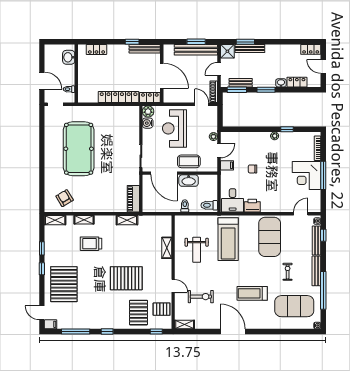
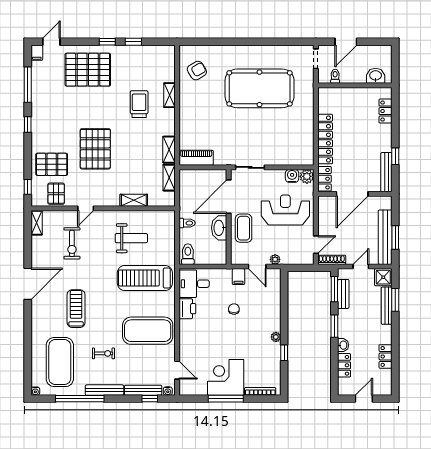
locker: (311, 49) -> (386, 356), moved
door: (219, 69) -> (361, 266), hinge flipped
shelving: (55, 220) -> (169, 178), moved
weight bench: (197, 250) -> (131, 238), turned 180

